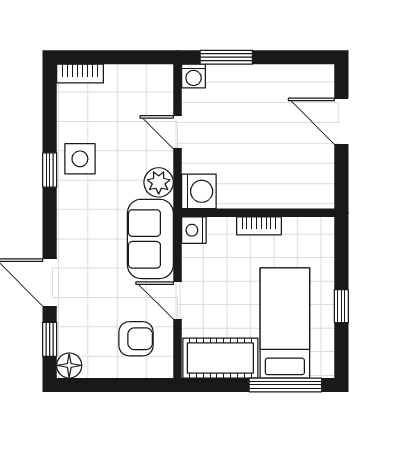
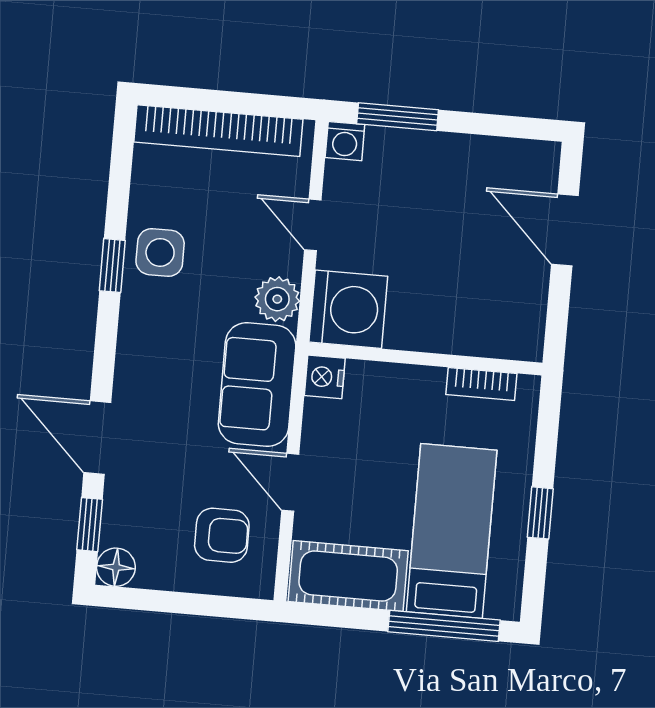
bookcase: (80, 74) -> (218, 131), width x2.31, depth x1.31
washing machine: (199, 191) -> (348, 309), width x1.37, depth x1.37
bookcase: (259, 226) -> (481, 384), moved

